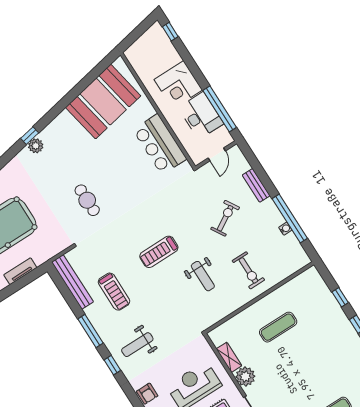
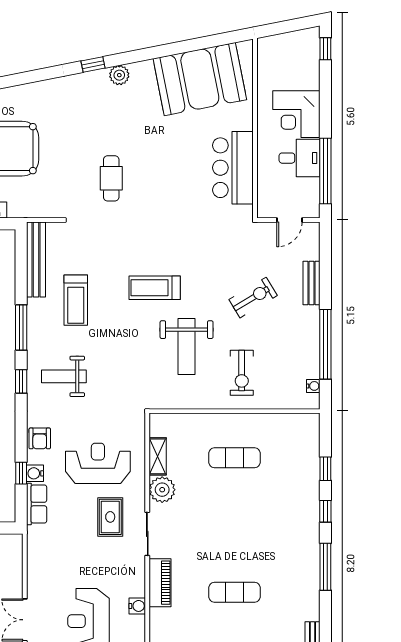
desk: (201, 116) -> (300, 158), width x0.73
plant: (36, 146) -> (119, 75), moved
water cooler: (285, 229) -> (313, 386), moved
weight bench: (203, 276) -> (187, 347), width x1.36, depth x1.33

